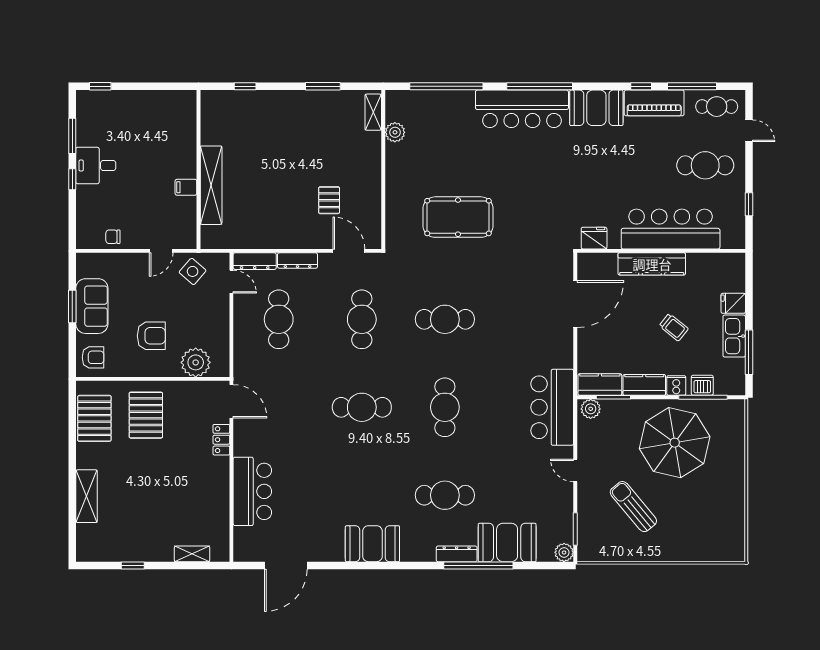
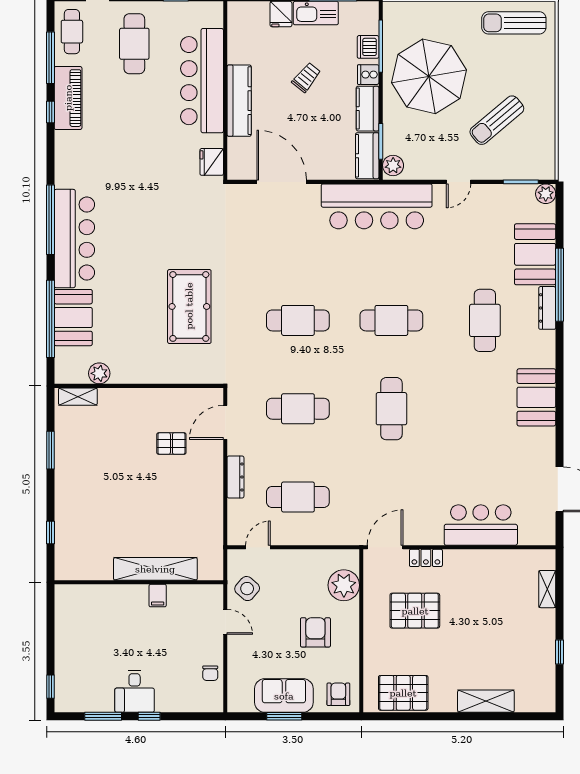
booth: (596, 108) -> (73, 318), moved
dresser: (255, 261) -> (236, 523), removed
cafe table: (445, 319) -> (298, 320), turned 90
bar counter: (552, 407) -> (377, 206), width x1.36
pallet: (146, 415) -> (415, 611), moved
sun lounger: (725, 523) -> (514, 23), added

